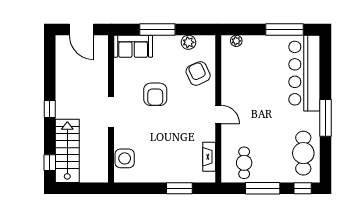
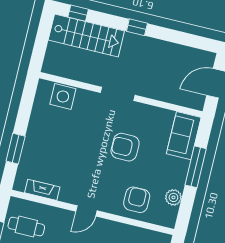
armchair: (198, 73) -> (137, 200), turned -65

